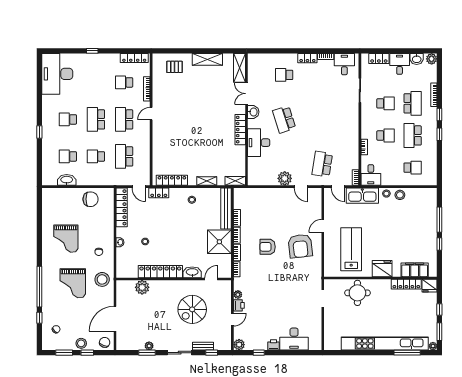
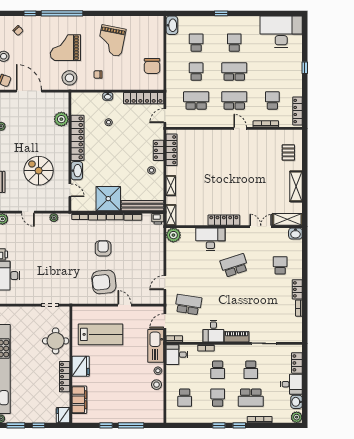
desk: (344, 64) -> (213, 331), moved, turned 90
washbasin: (253, 112) -> (295, 234), moved
piano: (353, 117) -> (237, 337), added
school desk: (413, 135) -> (218, 398), width x0.54
plant: (285, 178) -> (173, 235), moved
washbasin: (67, 180) -> (172, 25), moved
locker: (159, 193) -> (159, 150), moved
grand piano: (66, 239) -> (111, 41), turned -79
locker: (406, 284) -> (65, 377), moved
printer: (239, 305) -> (158, 219), moved

